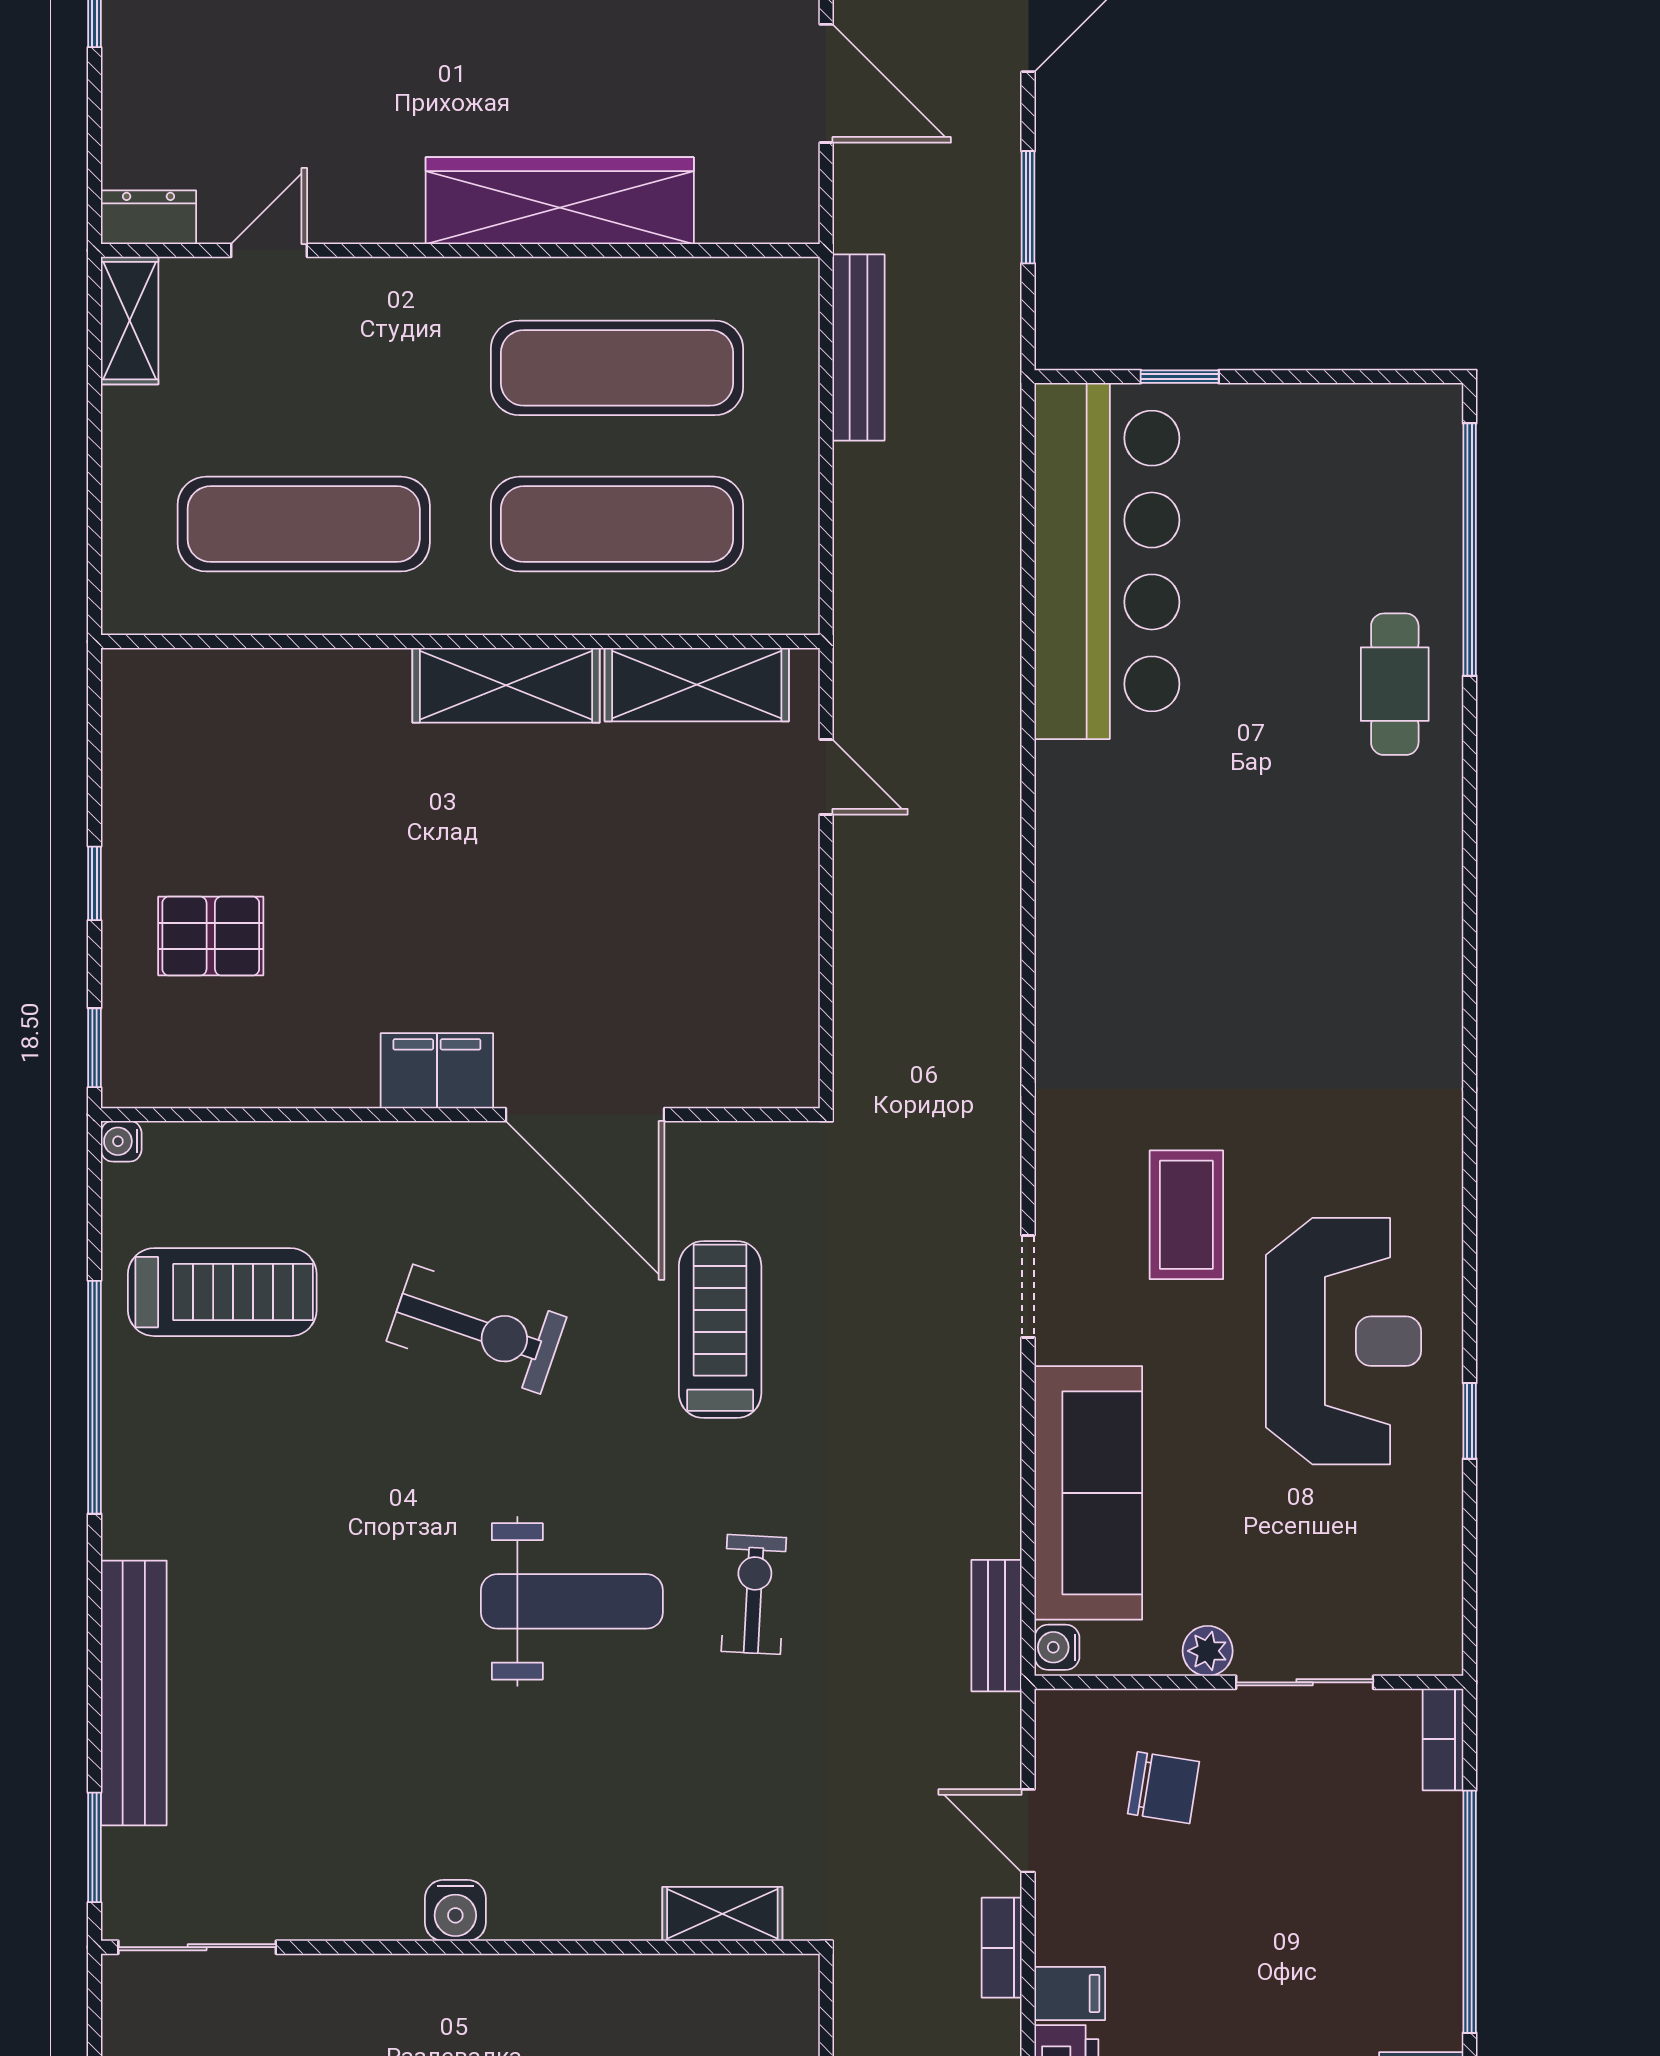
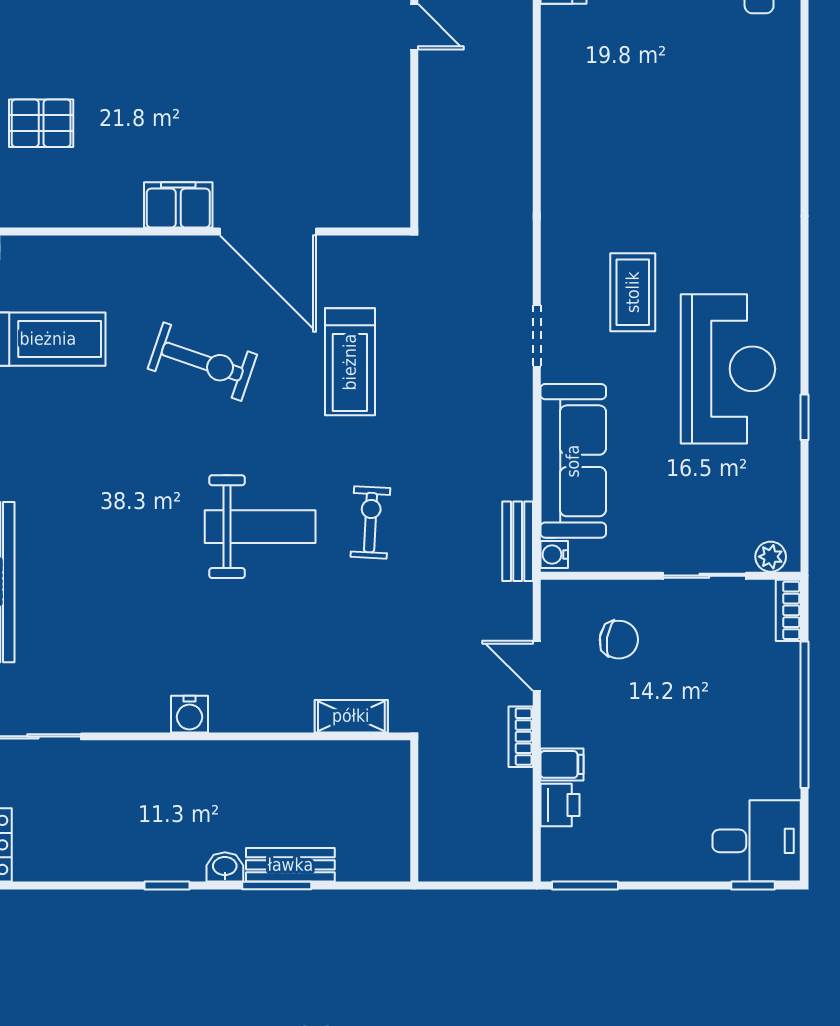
treadmill: (720, 1330) -> (350, 362), turned 180
plant: (1208, 1651) -> (771, 557), moved

